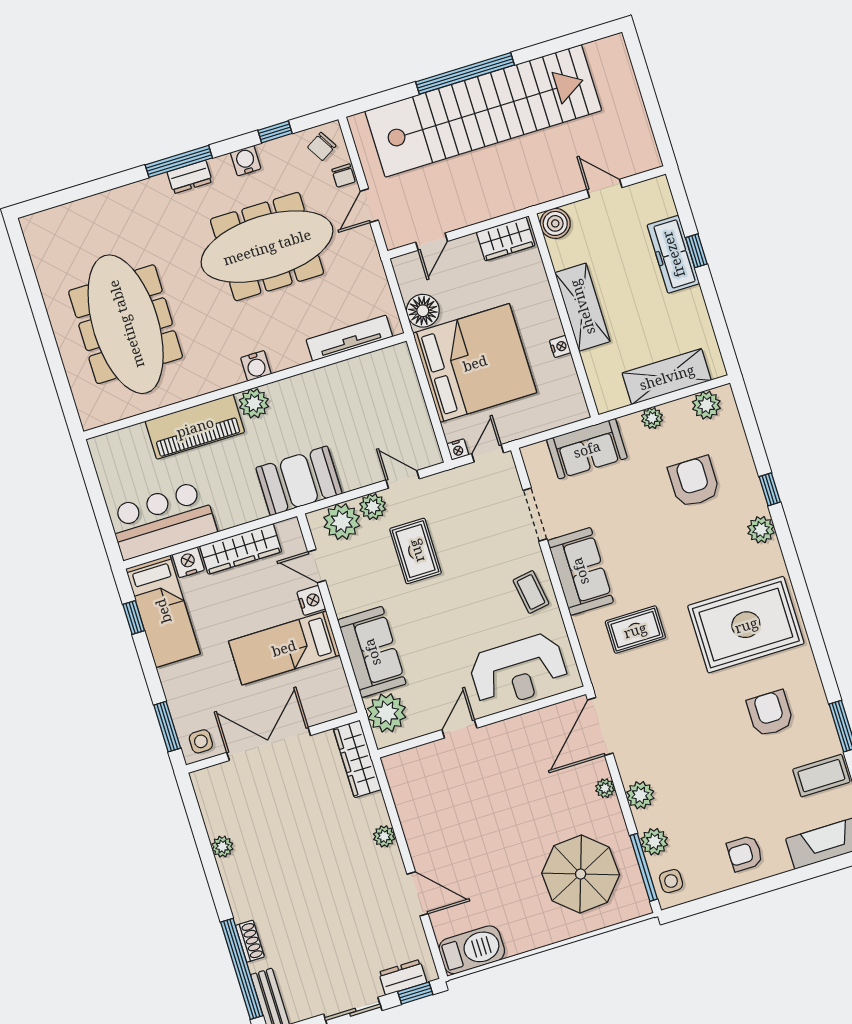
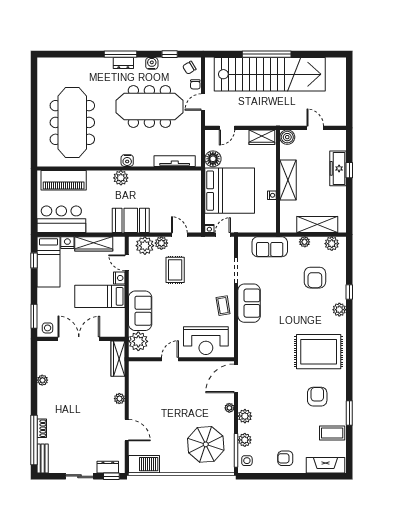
piano: (195, 427) -> (64, 180), moved
armchair: (694, 482) -> (315, 278), turned 180
rug: (635, 630) -> (266, 338), removed

